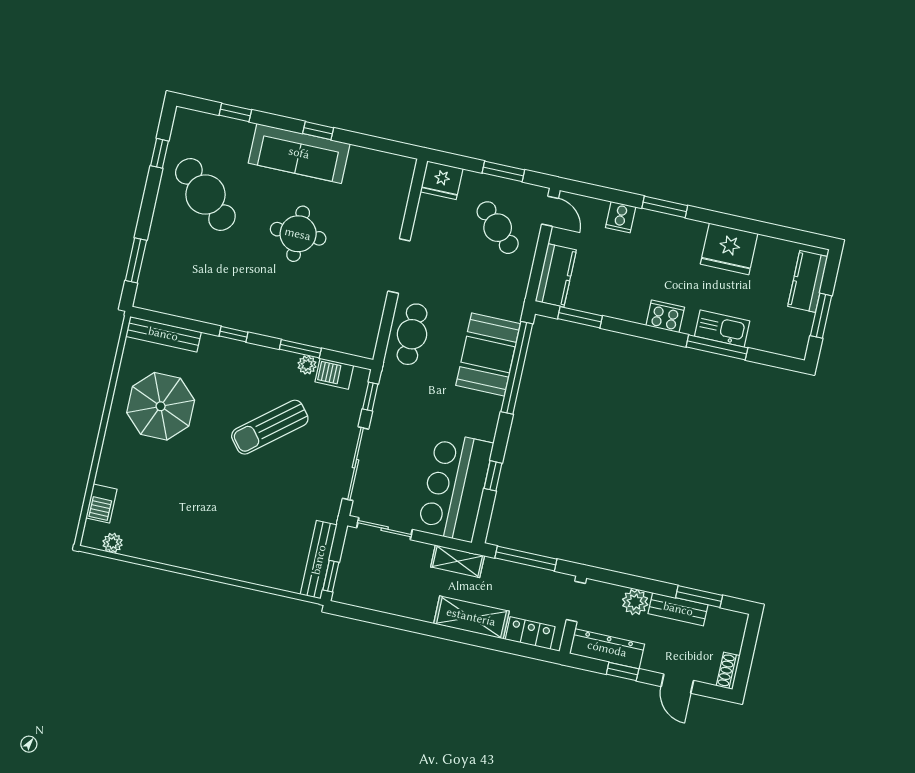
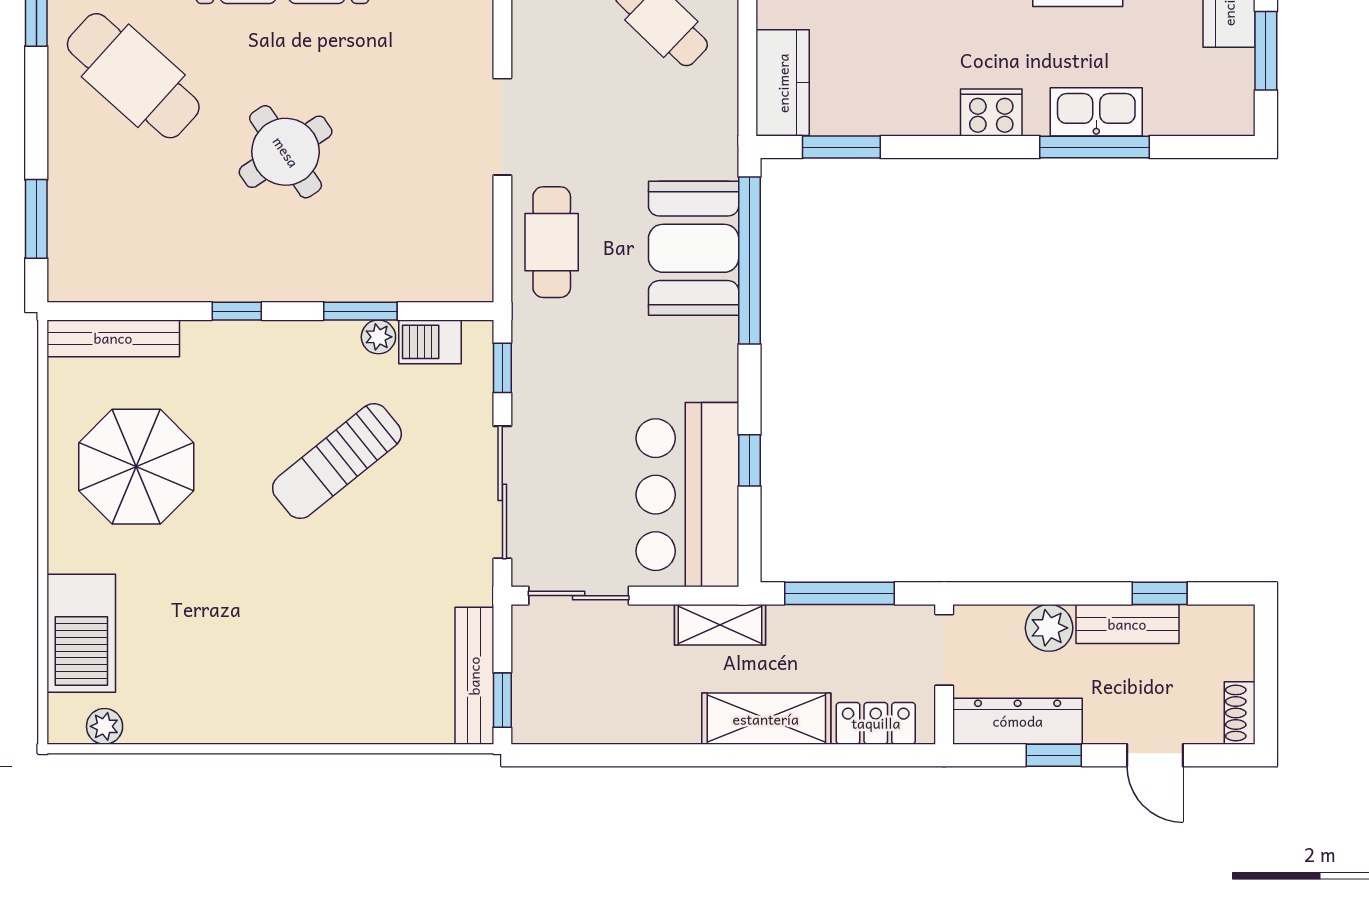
round table: (298, 234) -> (286, 152), moved, turned -34
barbecue: (101, 503) -> (81, 633), width x1.88, depth x1.53
window: (699, 597) -> (1160, 593), width x0.67

